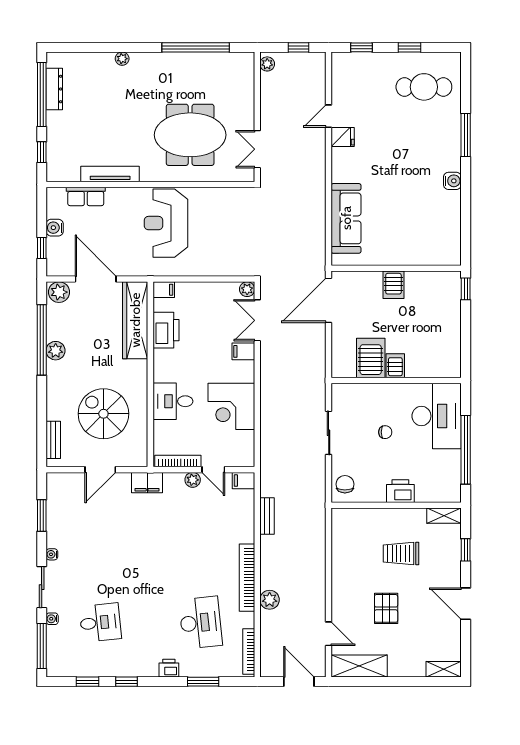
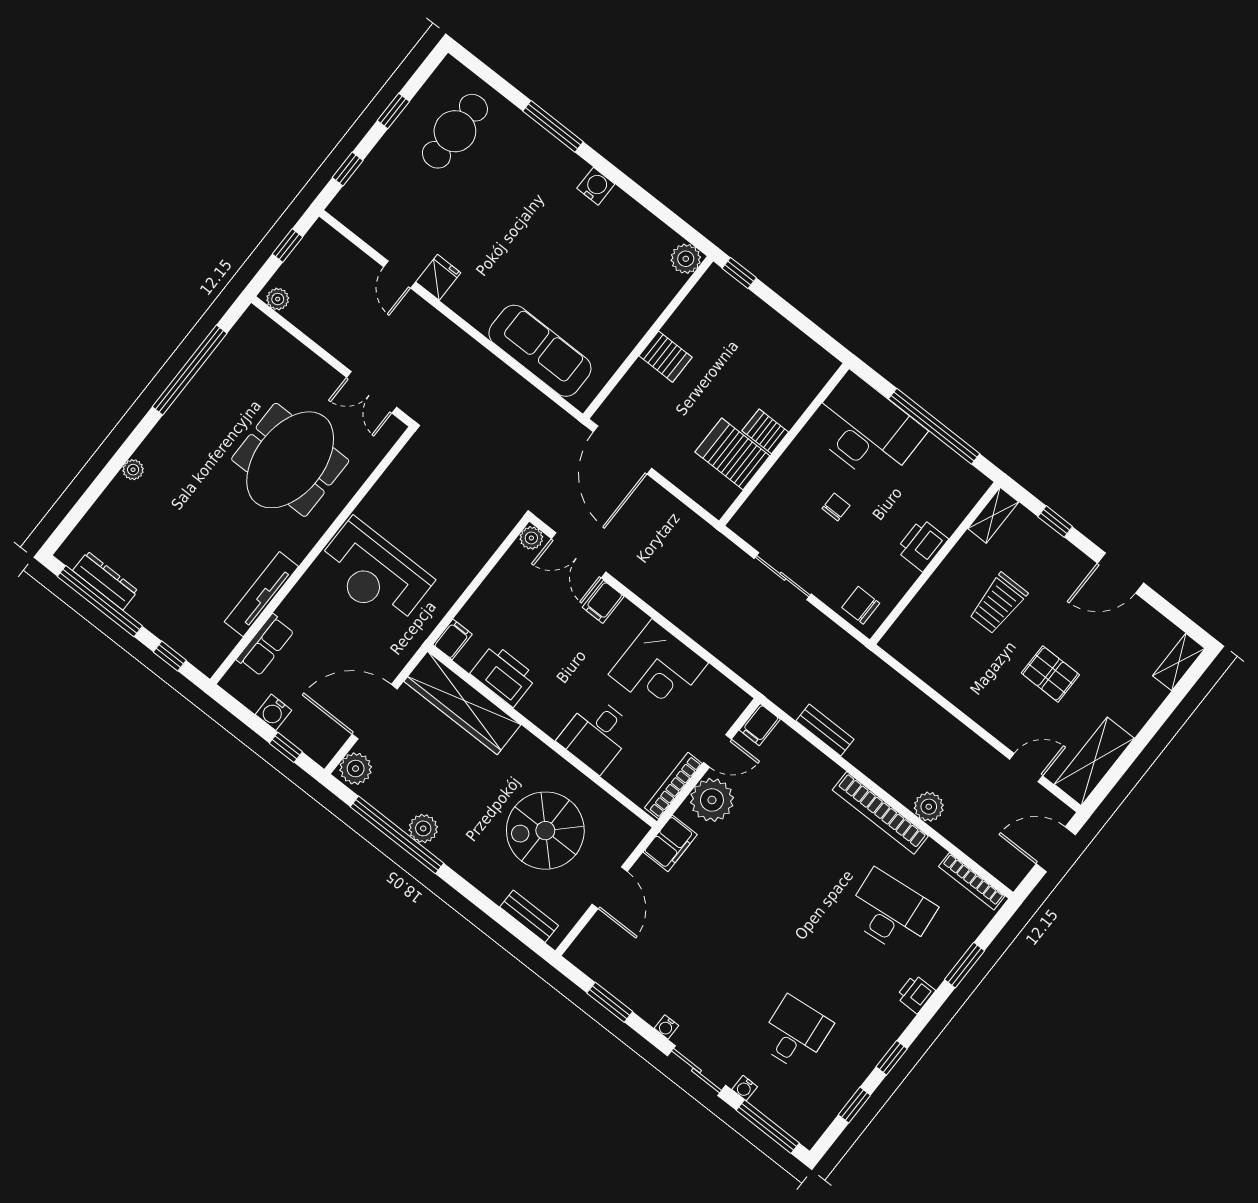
plant: (451, 256) -> (686, 259), added
plant: (193, 480) -> (712, 800), width x1.88, depth x1.88

